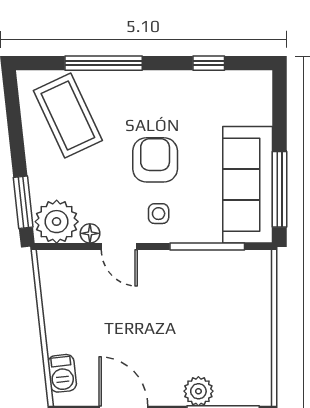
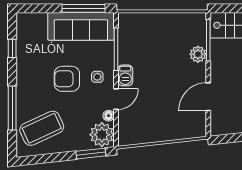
barbecue: (62, 373) -> (125, 75), moved, turned 96

